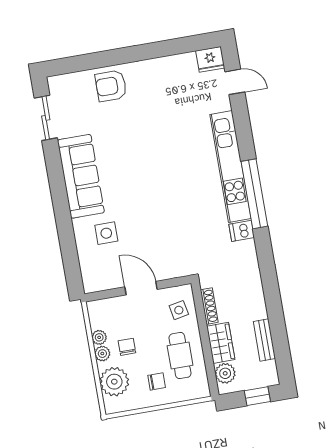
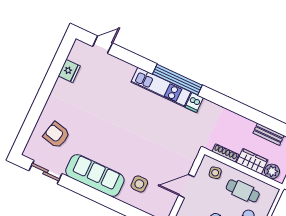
fridge: (210, 59) -> (69, 71), moved
armchair: (111, 86) -> (57, 135), moved, turned 103
kitchen unit: (230, 167) -> (161, 87), width x0.73

